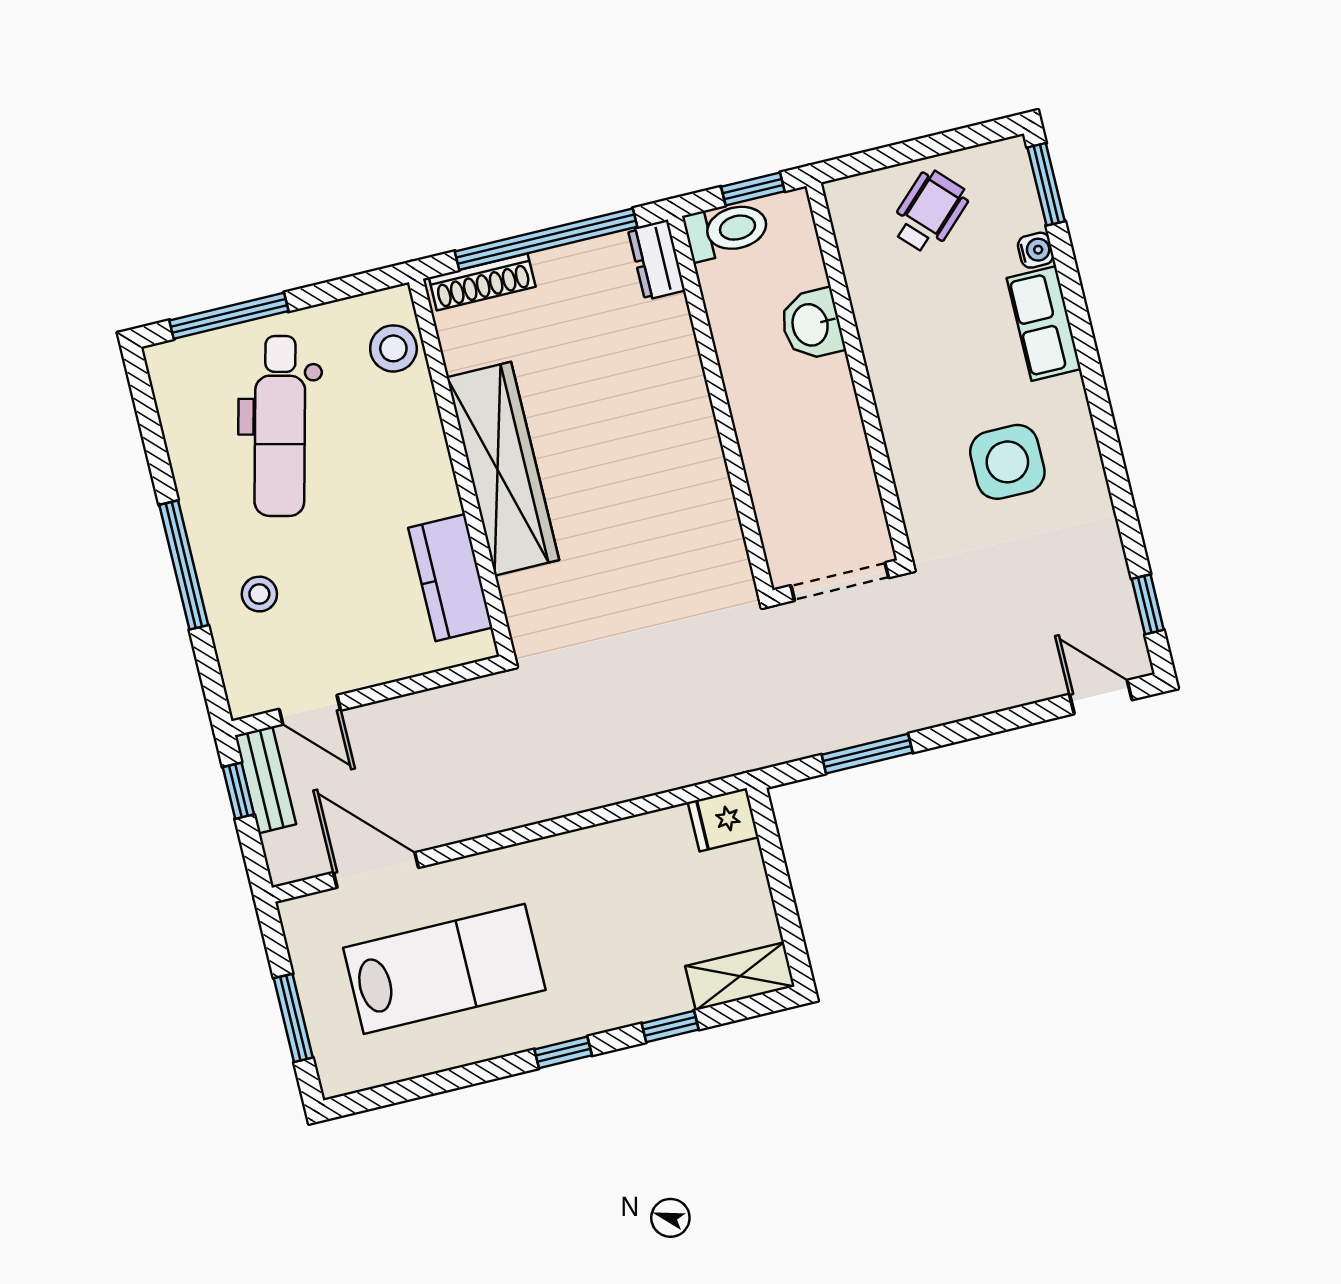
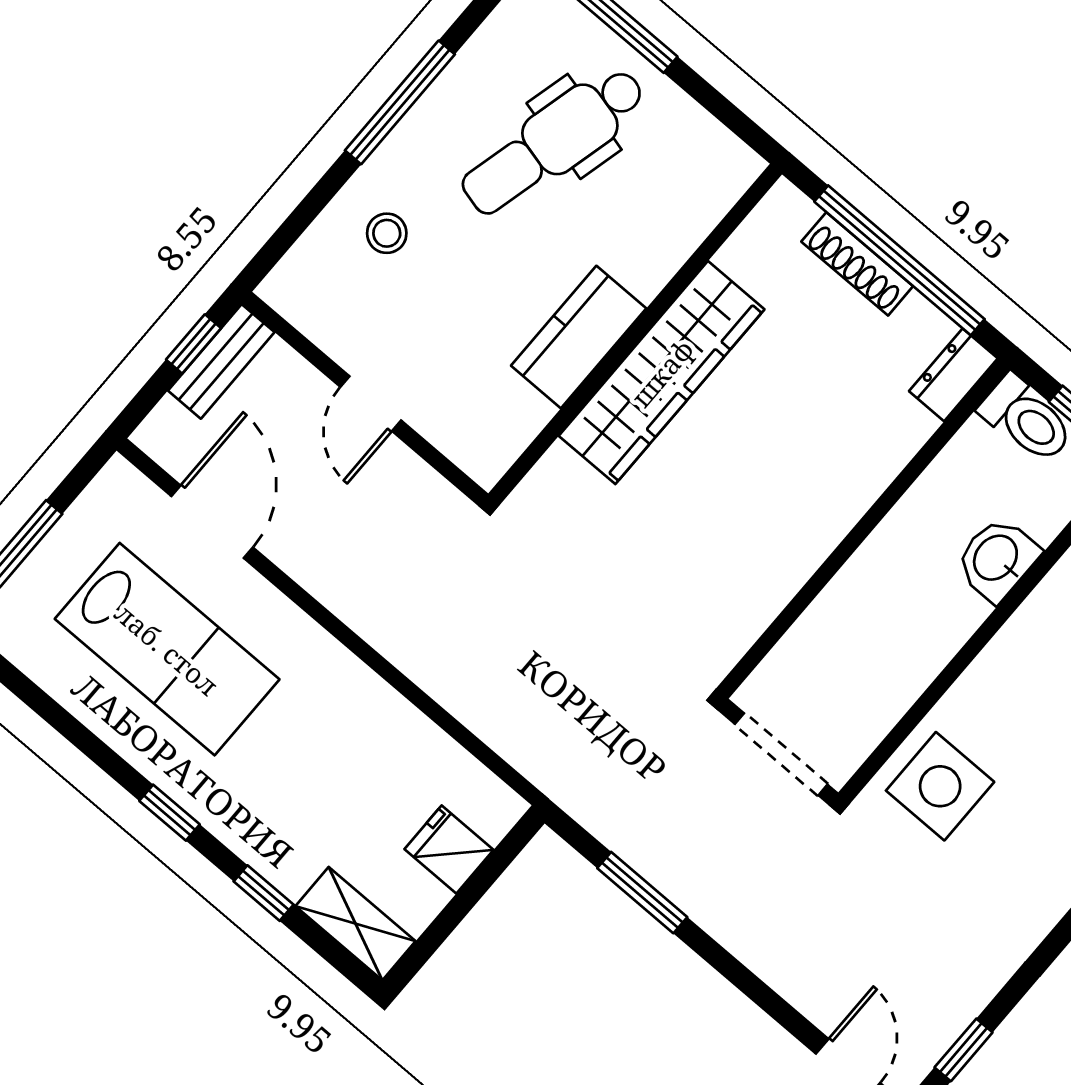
shoe rack: (482, 282) -> (857, 264), moved
stool: (393, 348) -> (699, 193), removed
side table: (1007, 462) -> (940, 786), moved
window: (184, 565) -> (400, 102), moved
kitchen counter: (450, 578) -> (579, 337), moved
door: (310, 710) -> (371, 404), moved
fridge: (723, 820) -> (449, 849), moved

